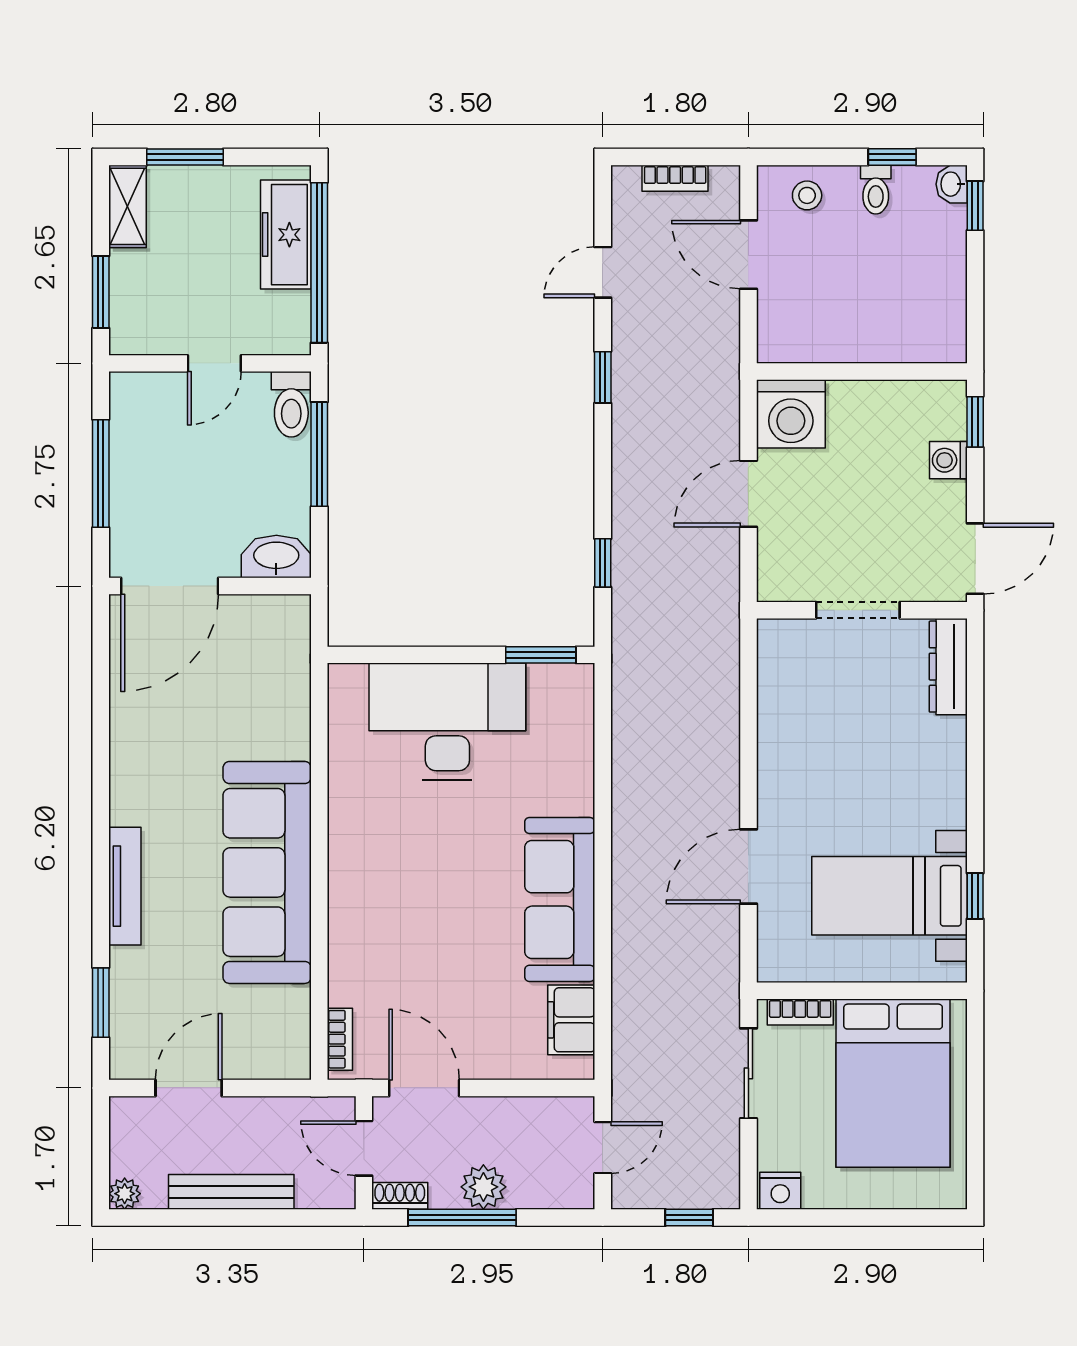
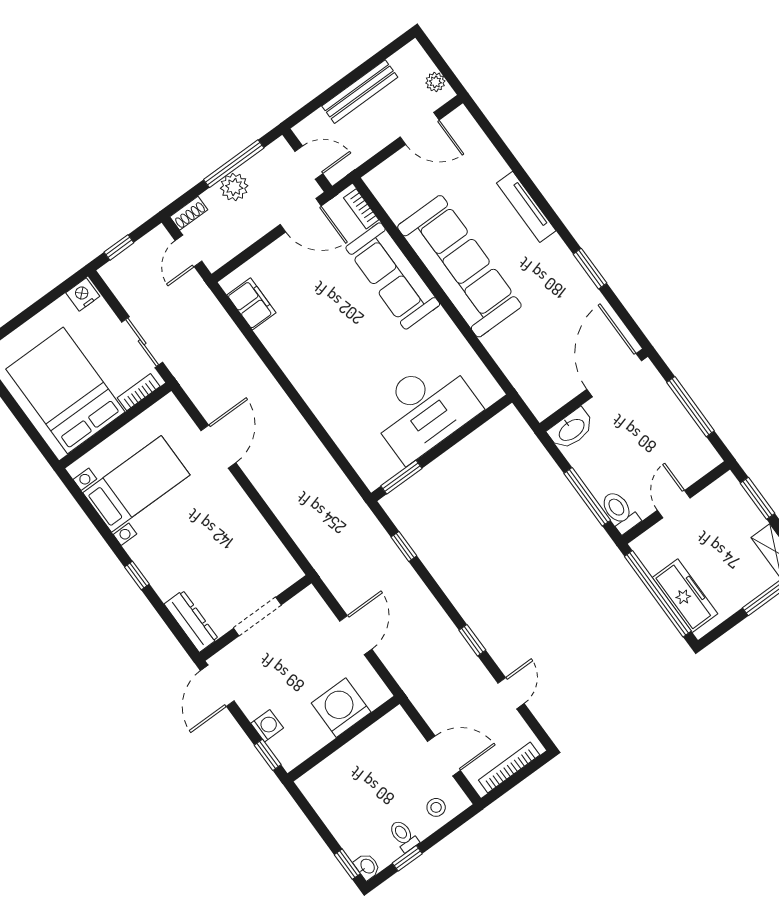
bookcase: (675, 178) -> (509, 768), width x1.56
washing machine: (791, 414) -> (341, 708), moved
window: (975, 896) -> (137, 576), moved
sofa: (560, 899) -> (393, 276), moved, turned 180
window: (101, 1003) -> (590, 269), moved
door: (189, 1088) -> (420, 128), hinge flipped
plant: (125, 1194) -> (435, 82), moved
shoe rack: (400, 1196) -> (189, 213), moved

